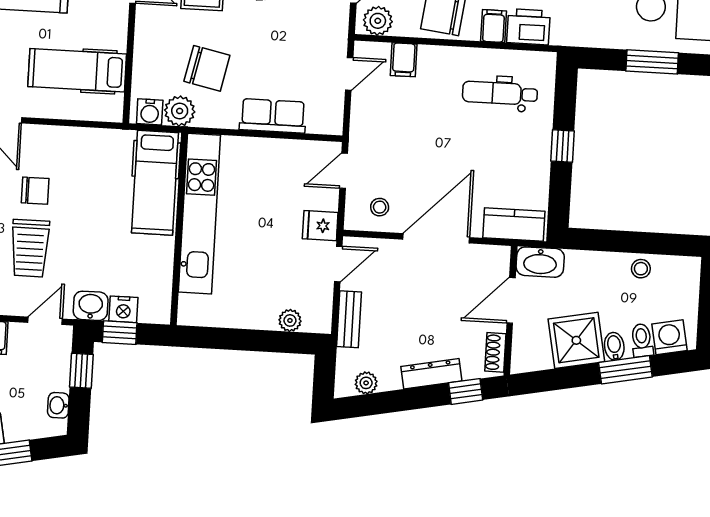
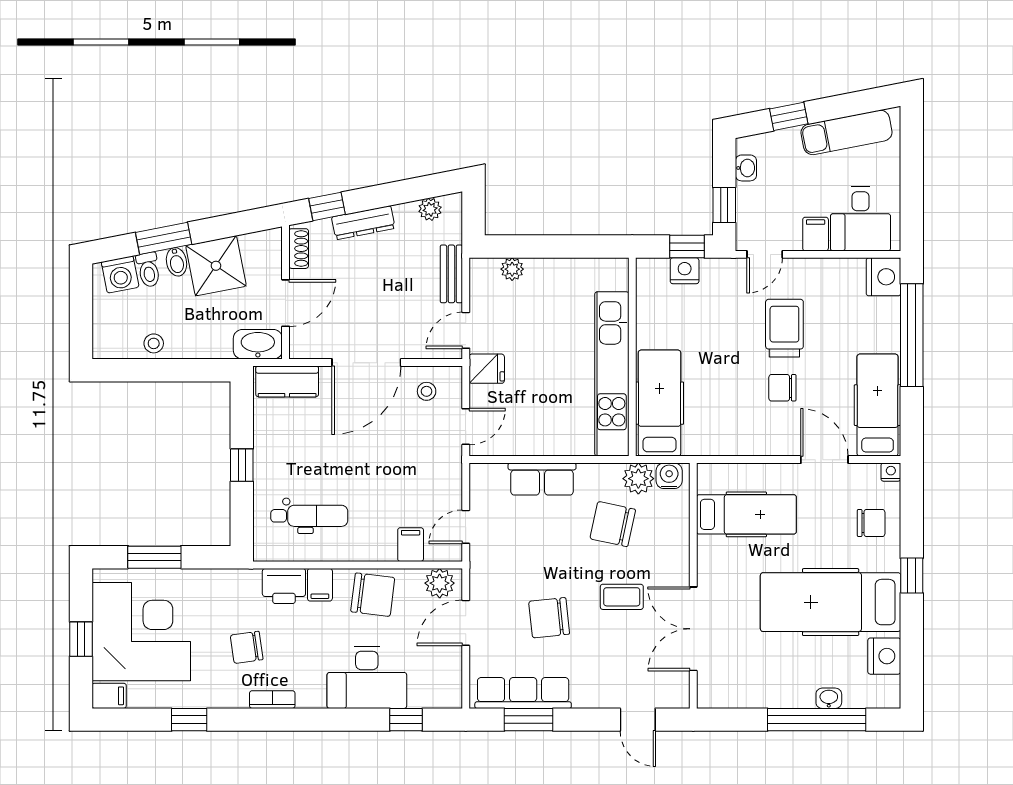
washbasin: (91, 306) -> (718, 272), removed

